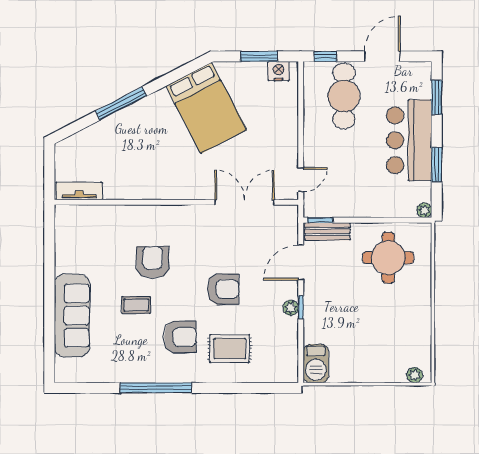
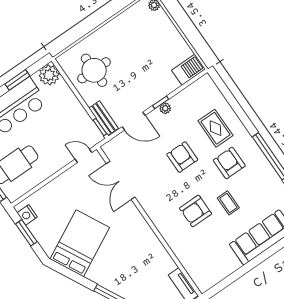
plant: (424, 210) -> (49, 75), width x1.88, depth x1.88

